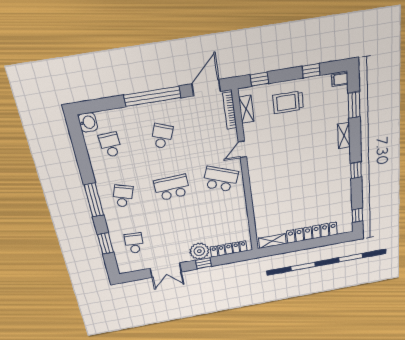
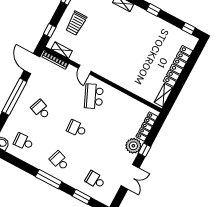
school desk: (220, 179) -> (94, 96), turned -45
school desk: (172, 188) -> (77, 129), width x0.54

